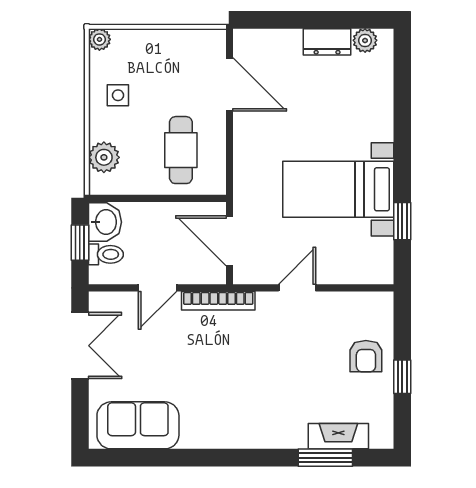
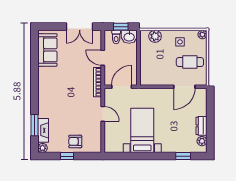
cafe table: (181, 150) -> (190, 62), moved
window: (402, 221) -> (183, 156), moved
plant: (382, 438) -> (43, 148), added

